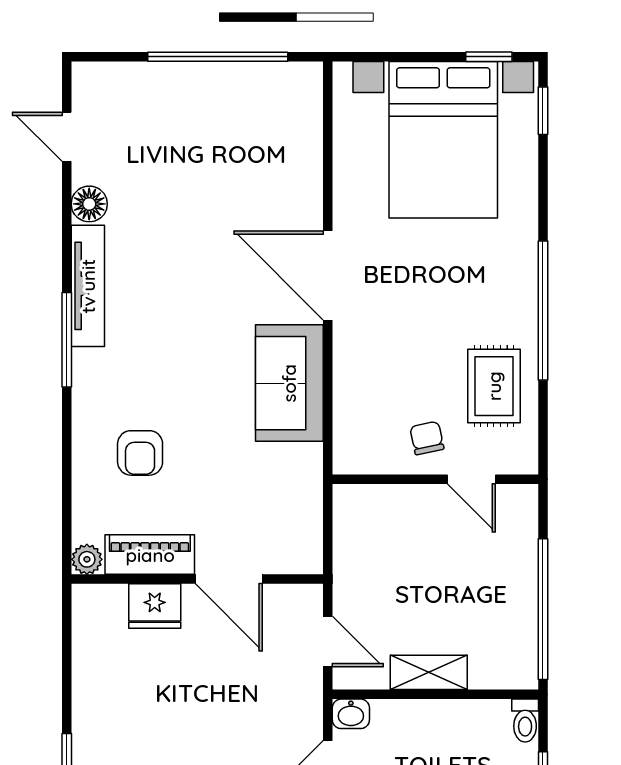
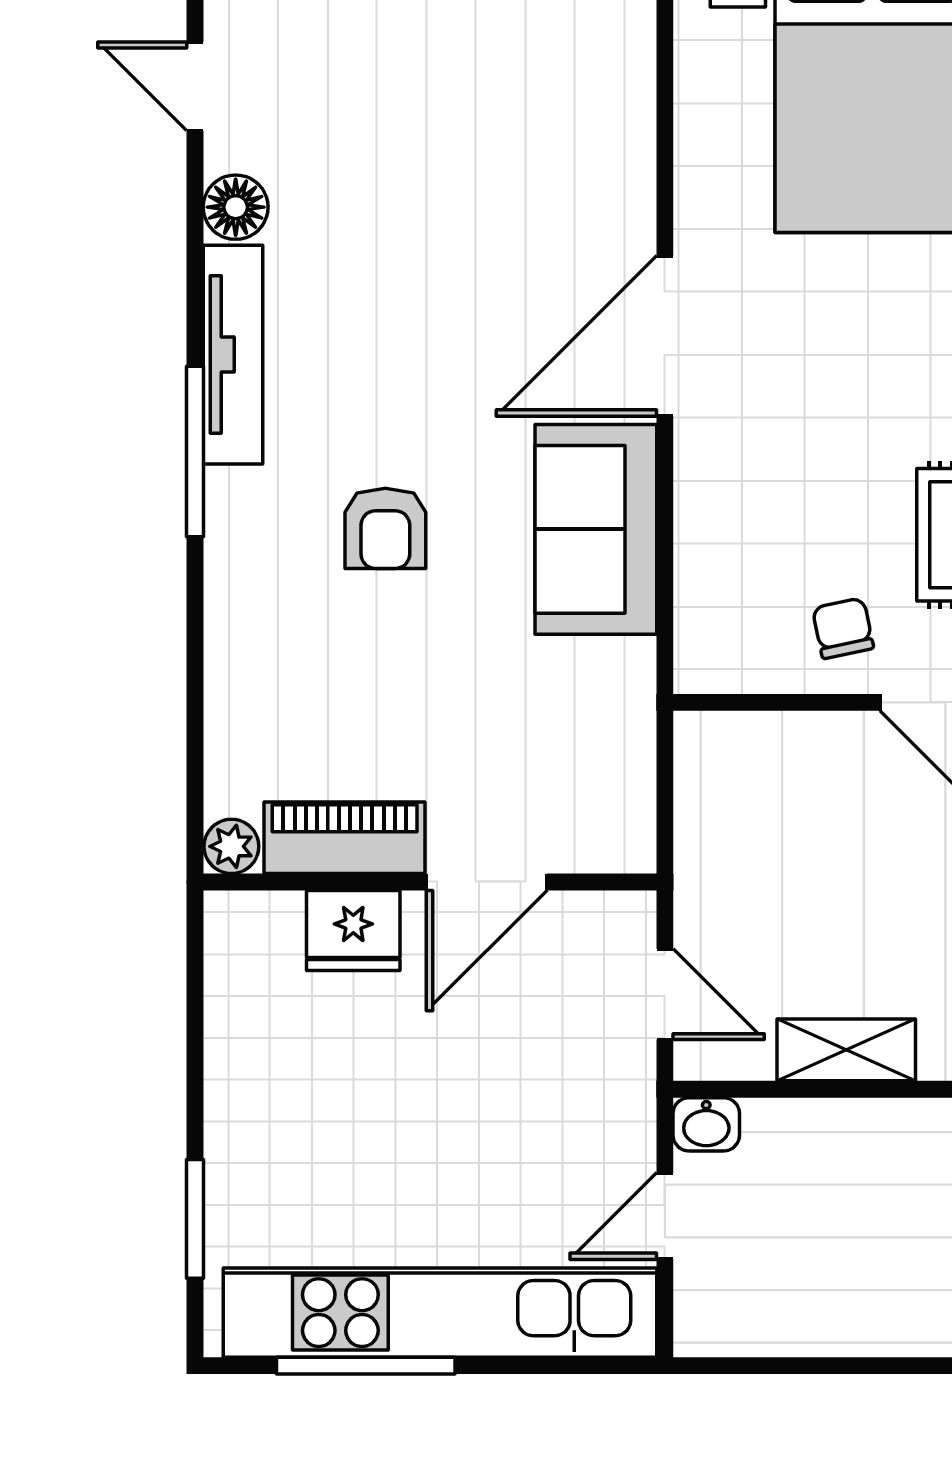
door: (328, 276) -> (665, 336), hinge flipped
armchair: (140, 453) -> (385, 528), moved
door: (229, 579) -> (487, 882), hinge flipped

